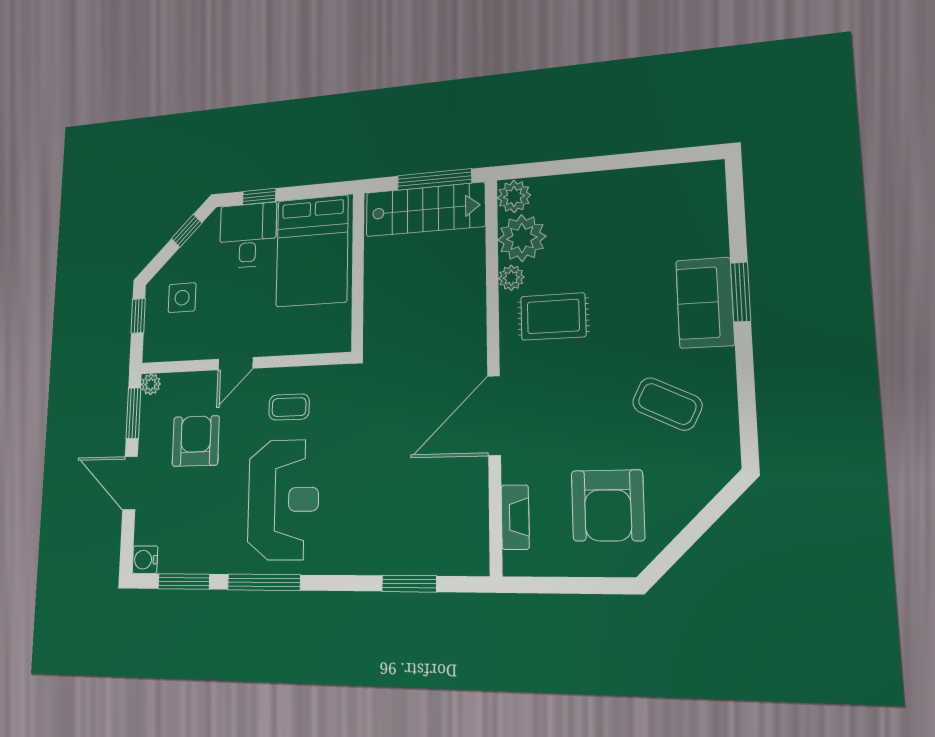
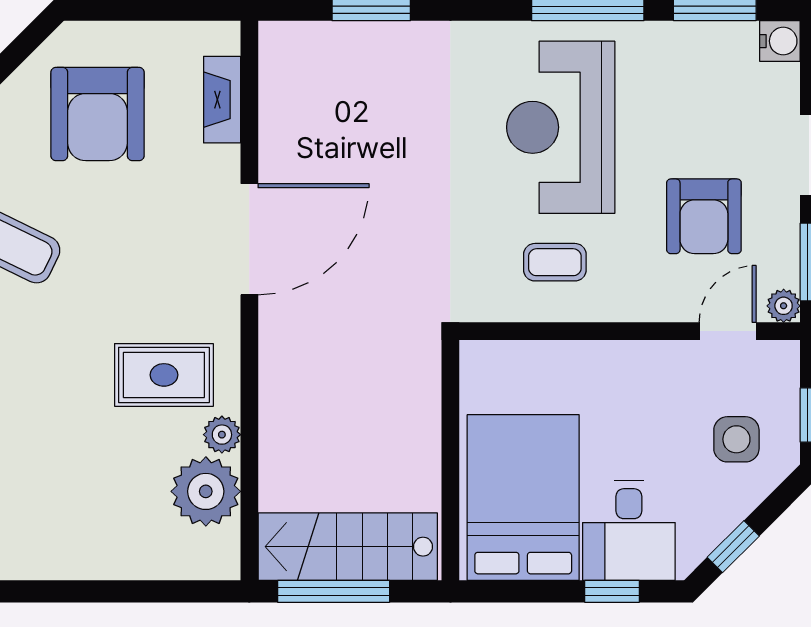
plant: (514, 196) -> (216, 554), removed
door: (236, 364) -> (728, 331), moved
armchair: (608, 505) -> (98, 114), turned 180

